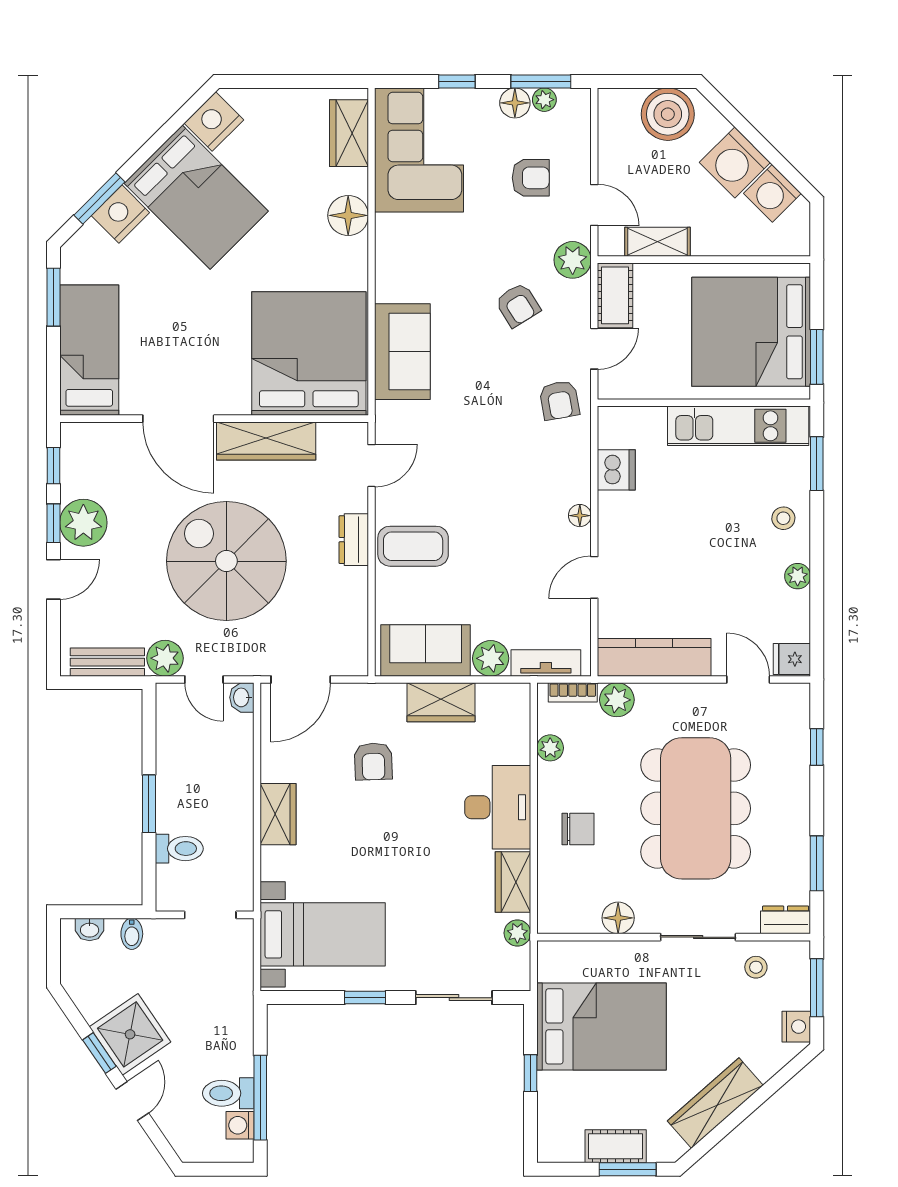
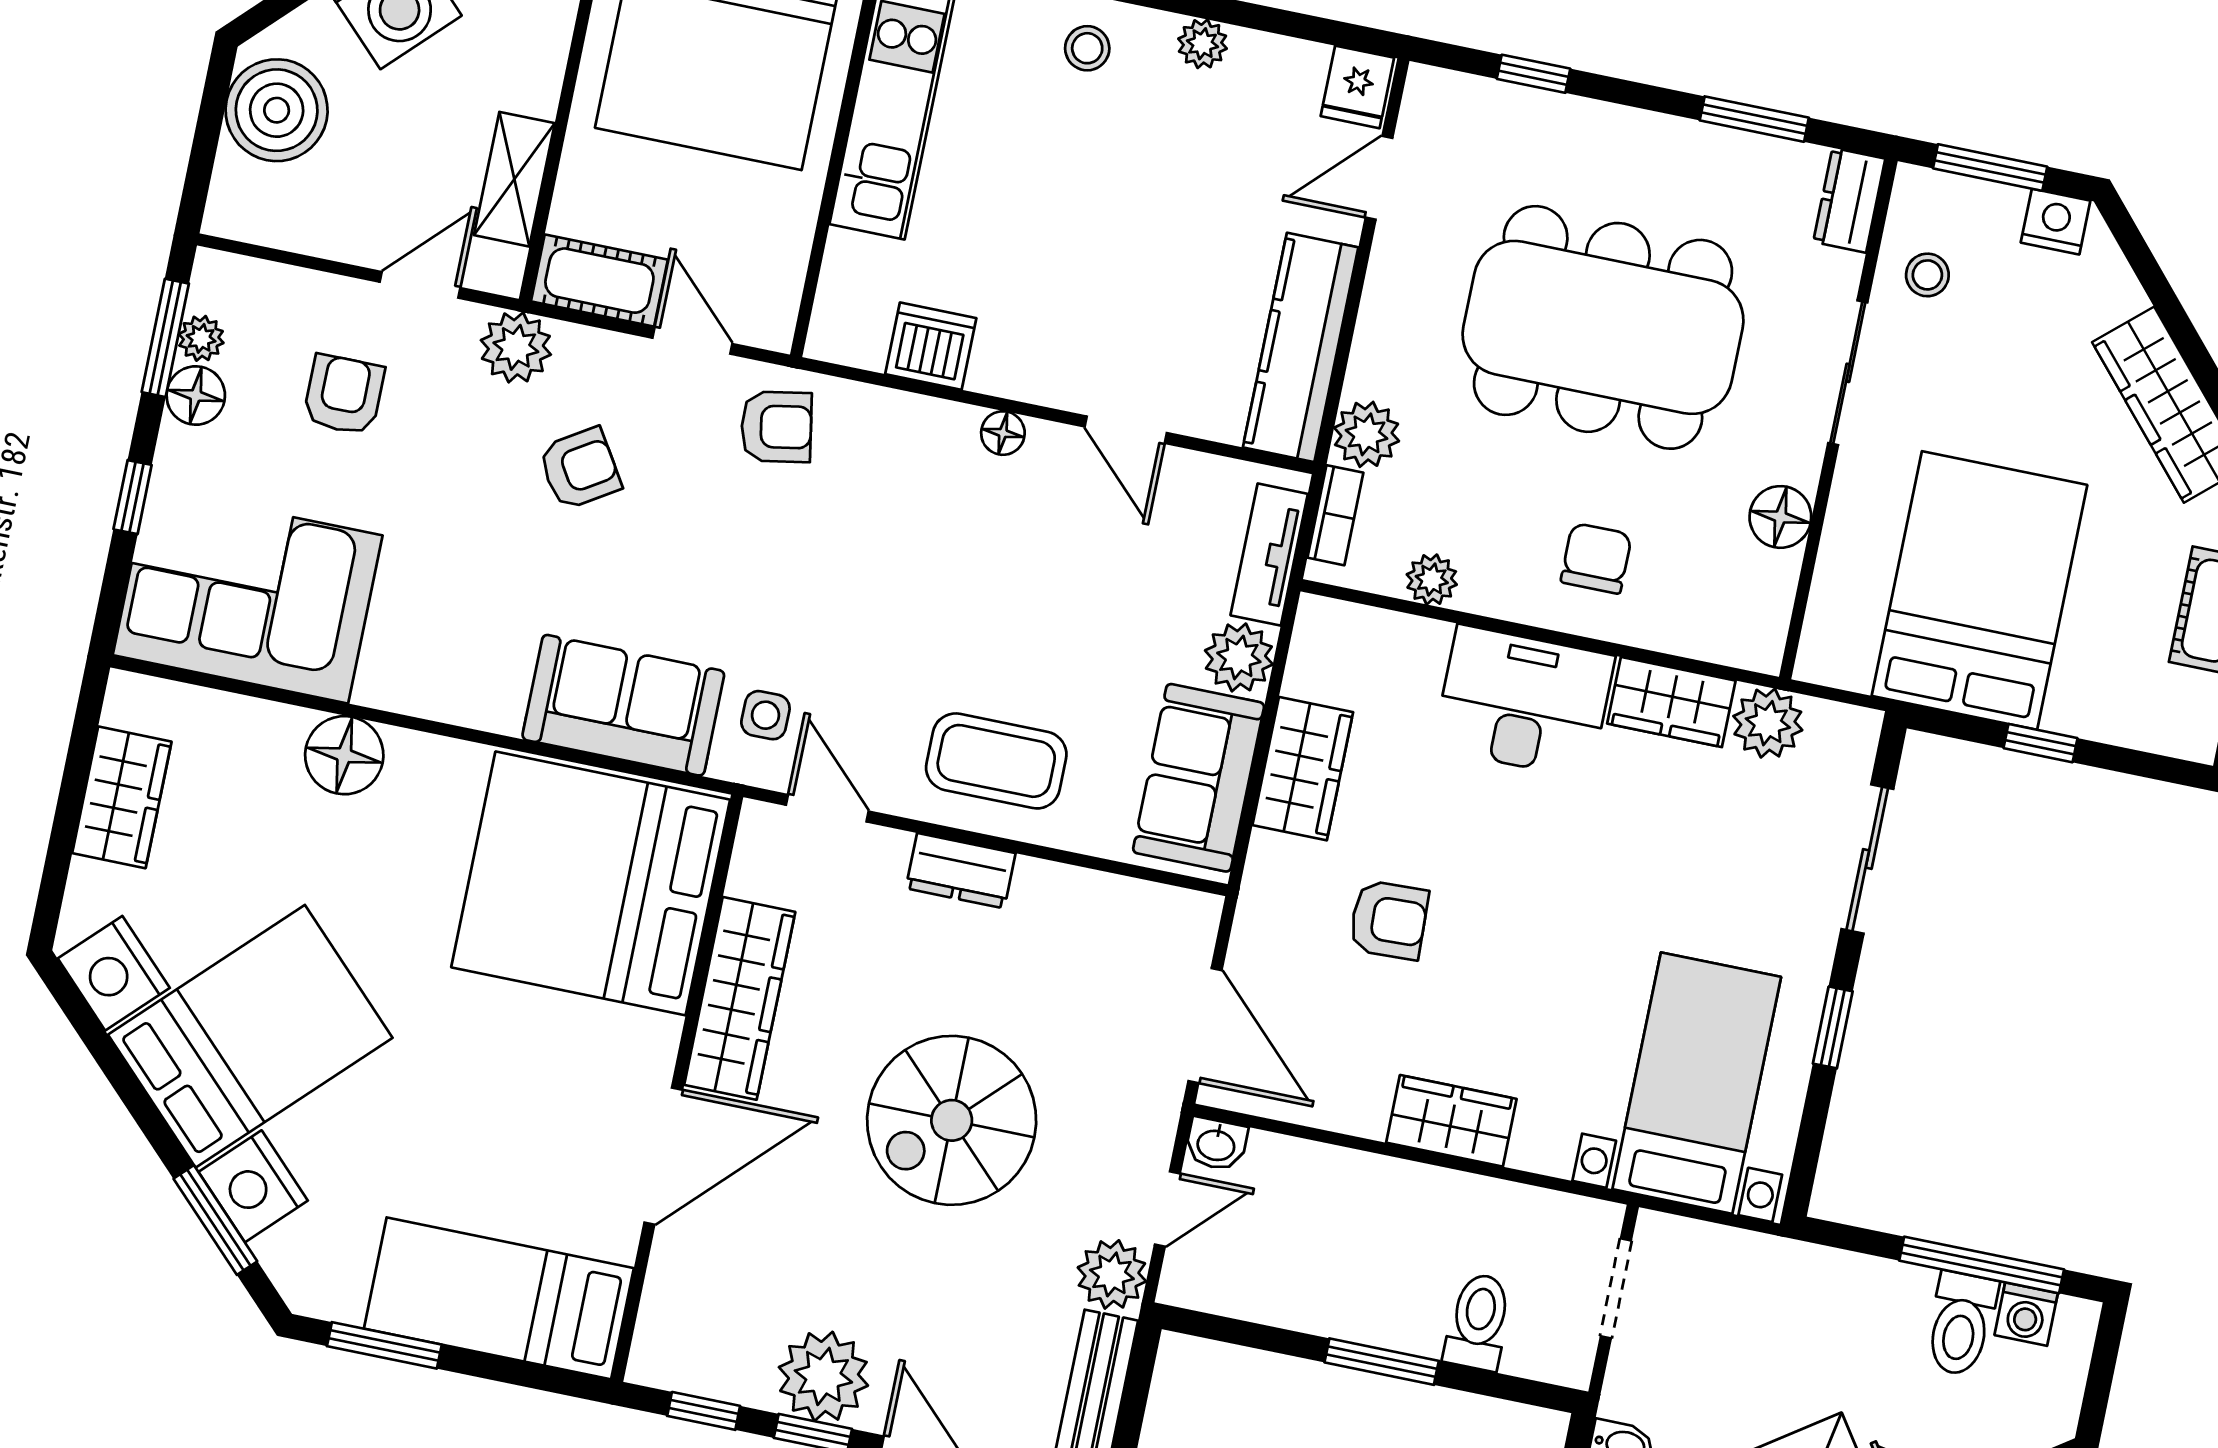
wardrobe: (349, 133) -> (122, 797), moved, turned -90
side table: (412, 425) -> (765, 715), added
coffee table: (413, 546) -> (996, 761), turned 90
spiral stairs: (226, 561) -> (952, 1120), width x0.73, depth x0.73
plant: (517, 933) -> (1768, 723), width x1.38, depth x1.38

